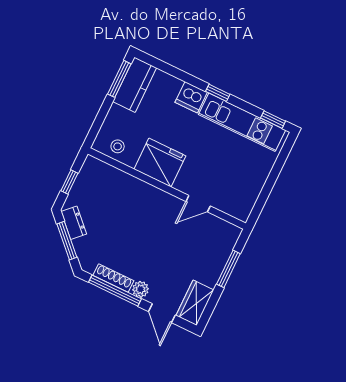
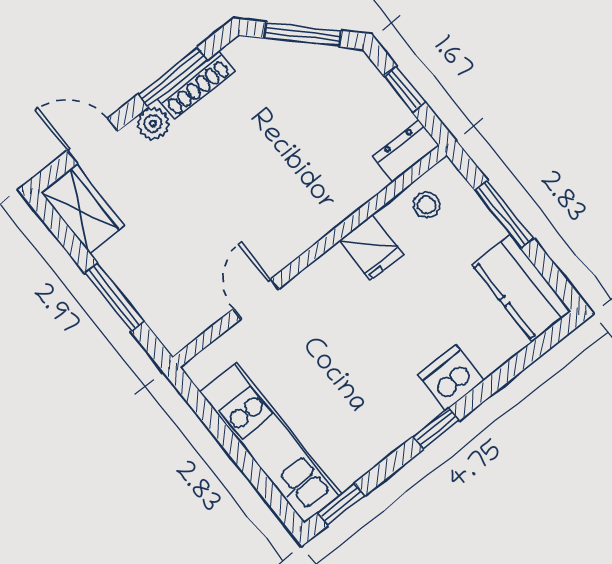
window: (119, 79) -> (504, 214), moved
kitchen unit: (242, 122) -> (270, 443), moved, turned 90
fridge: (160, 163) -> (371, 248), width x0.53, depth x0.75
dresser: (74, 223) -> (406, 151), moved, turned 135
window: (115, 291) -> (173, 77), width x0.69

